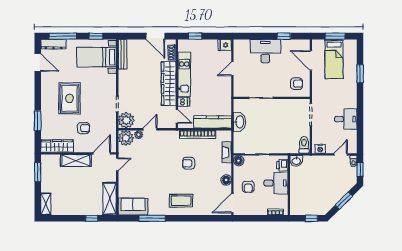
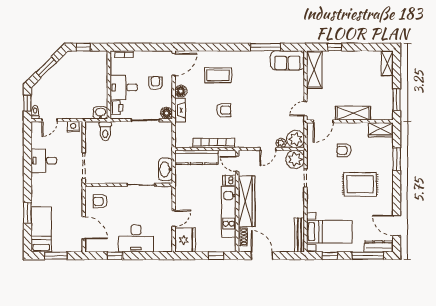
fridge: (225, 45) -> (185, 240), width x1.88, depth x1.34
bed: (334, 59) -> (41, 229), moved
rug: (70, 98) -> (360, 184), turned 90
washbasin: (239, 122) -> (166, 169), moved
toilet: (304, 145) -> (105, 131), moved
wardrobe: (57, 146) -> (381, 130), width x0.67
fireplace: (227, 152) -> (180, 110), moved
coffee table: (181, 201) -> (218, 75), moved

